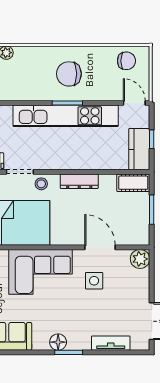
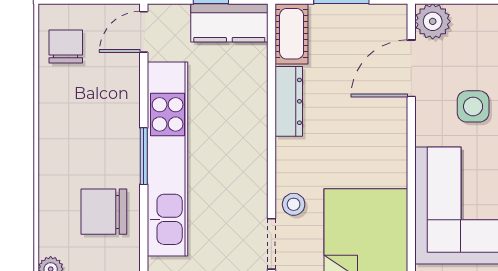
chair: (69, 74) -> (104, 212), moved, turned 90
dresser: (79, 181) -> (289, 101), moved
door: (100, 247) -> (411, 68), moved

